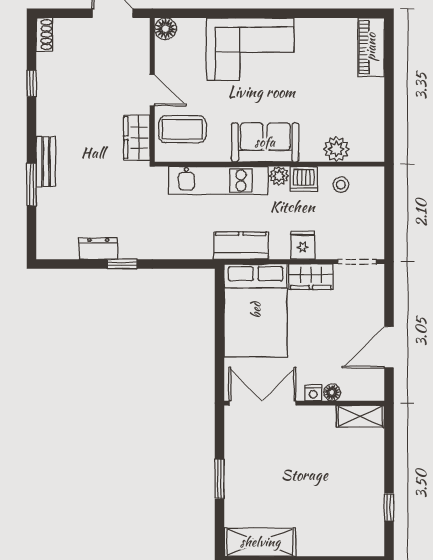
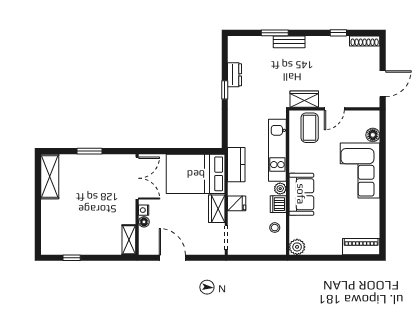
floor lamp: (165, 29) -> (373, 135), moved
shoe rack: (44, 35) -> (365, 41), width x1.43
sofa: (265, 142) -> (301, 194), moved
plant: (336, 149) -> (297, 247), moved

